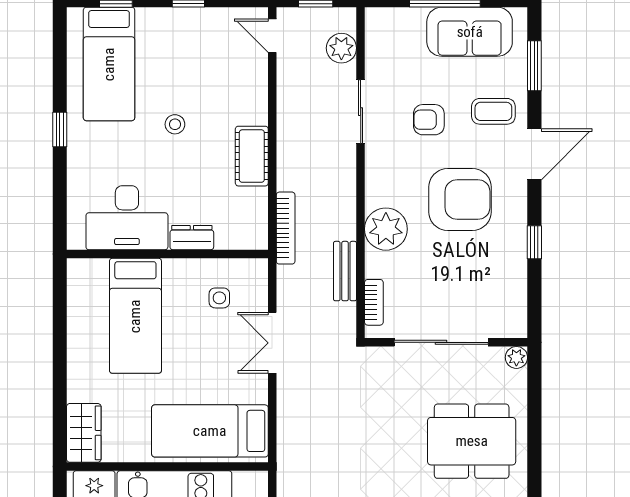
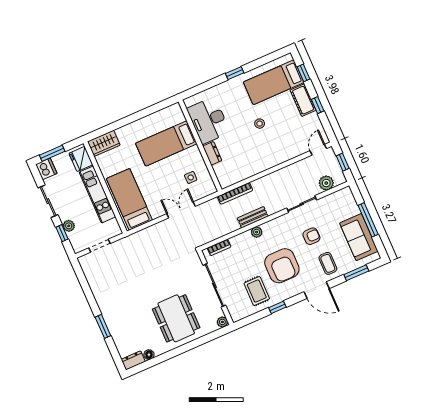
armchair: (429, 120) -> (311, 236), turned 90
cot: (252, 156) -> (303, 100), moved, turned 90
plant: (386, 229) -> (257, 232), width x0.53, depth x0.53
rug: (487, 267) -> (257, 291), added
bench: (345, 271) -> (253, 217), moved

